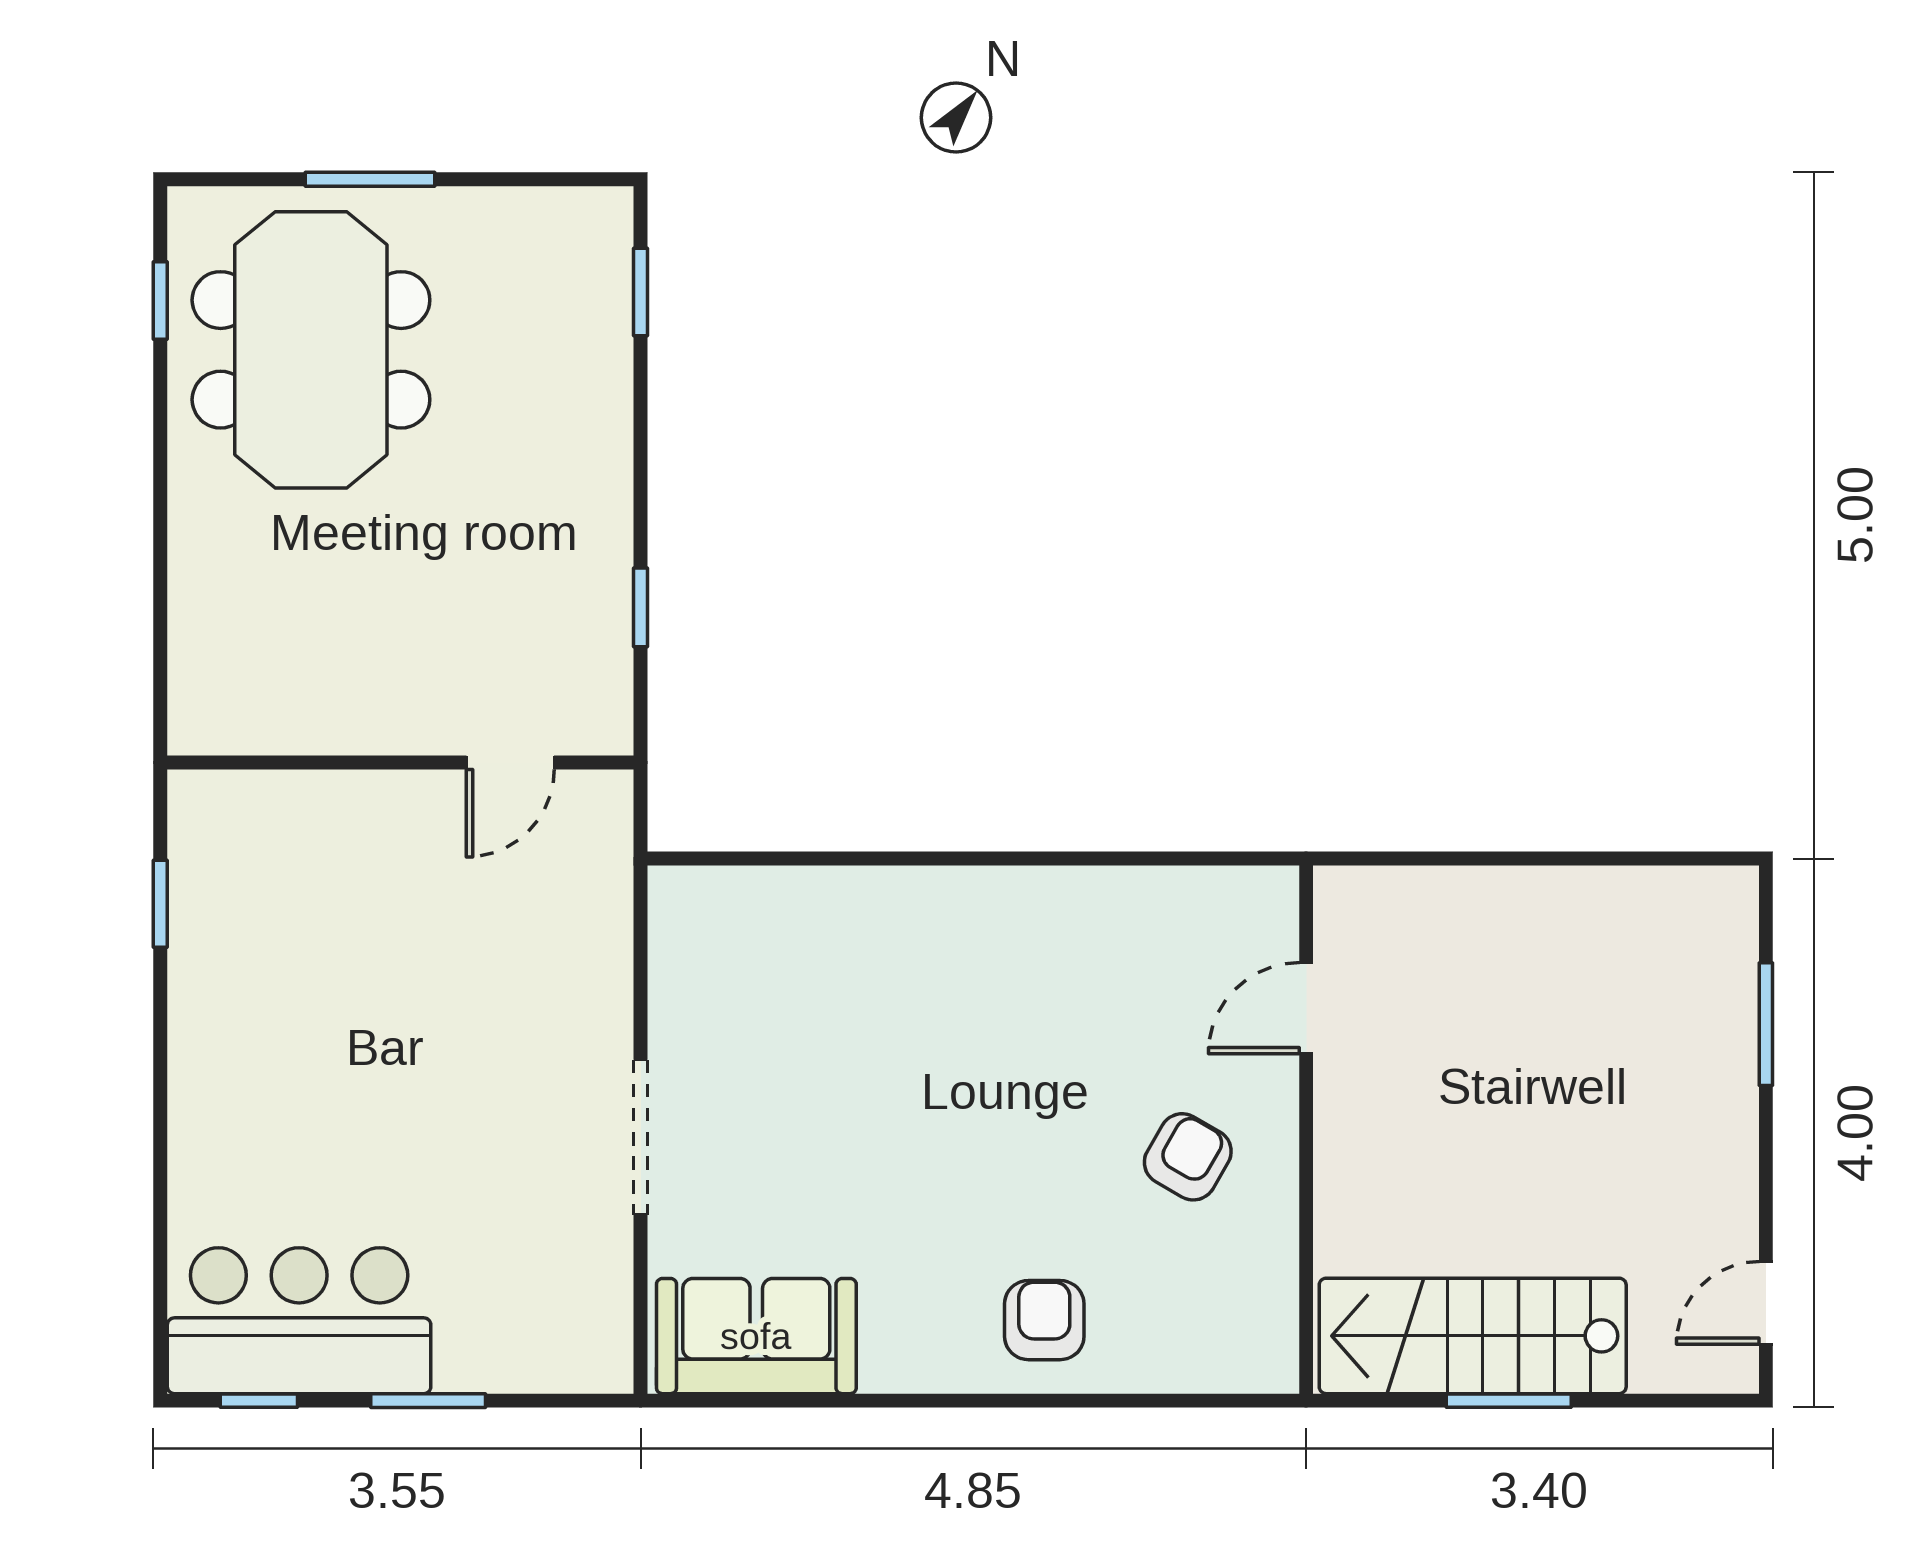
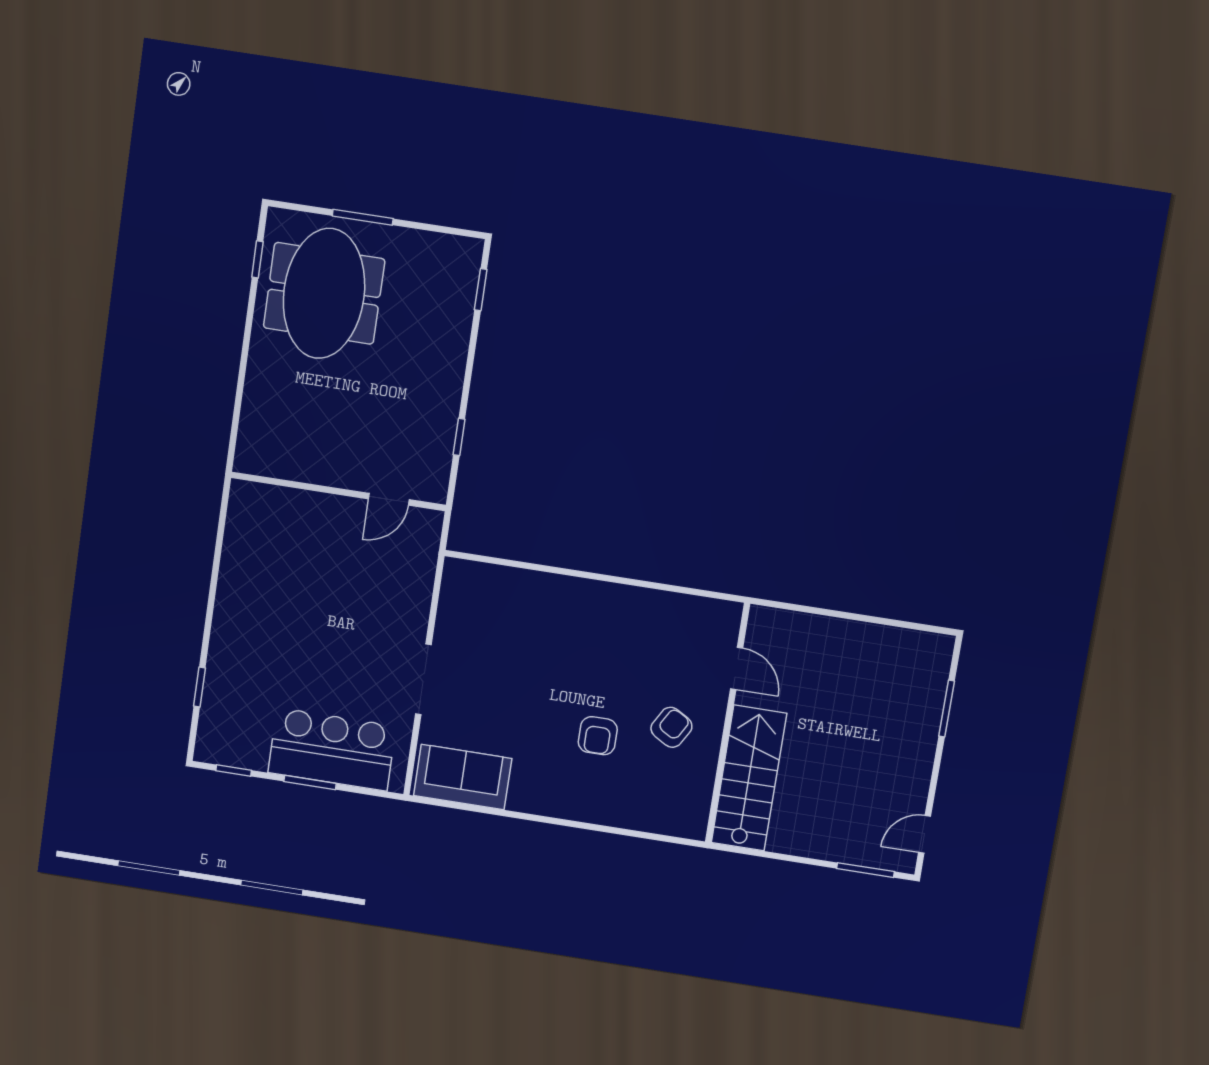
window: (160, 904) -> (199, 687), moved
door: (1306, 1008) -> (737, 668), swing flipped
armchair: (1044, 1320) -> (598, 736), moved, turned 180
bar counter: (299, 1321) -> (332, 749), moved
stairs: (1473, 1336) -> (749, 778), moved, turned 90
window: (1509, 1401) -> (865, 870), moved

